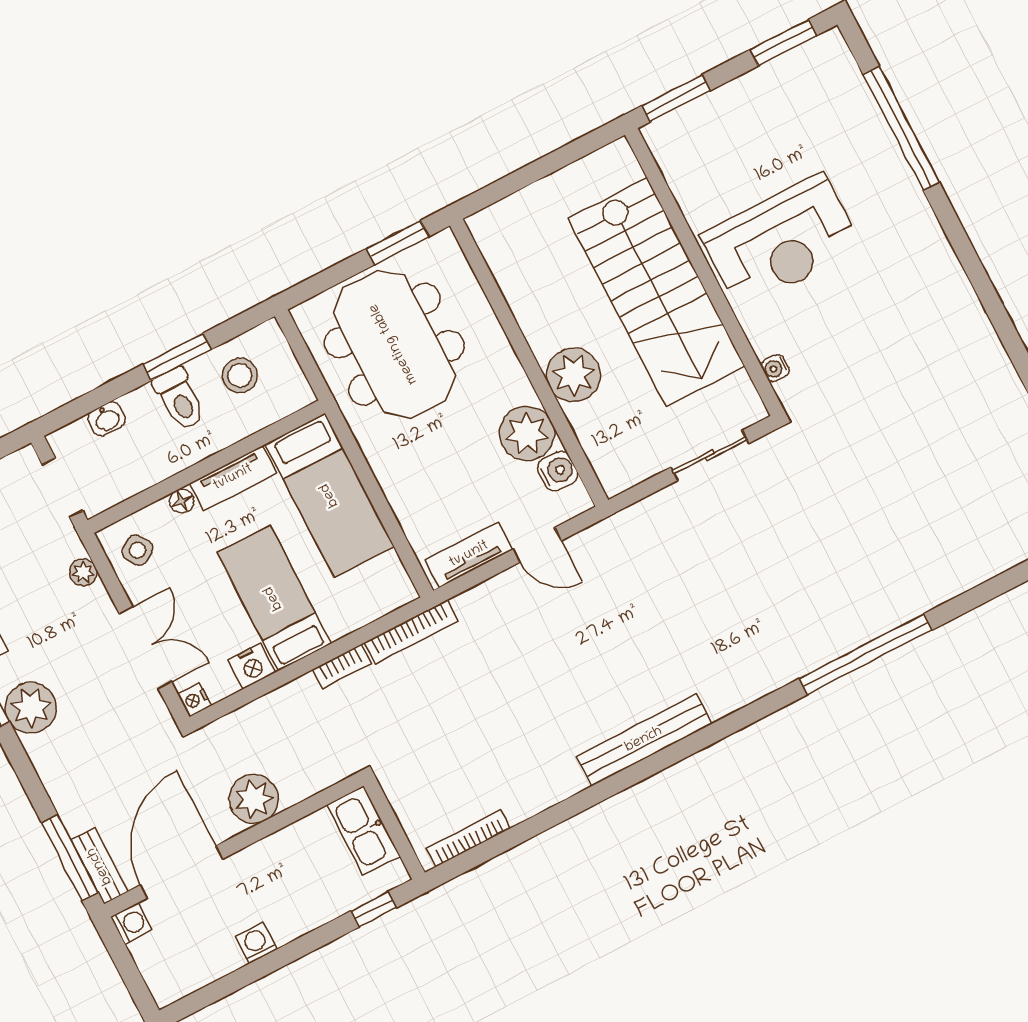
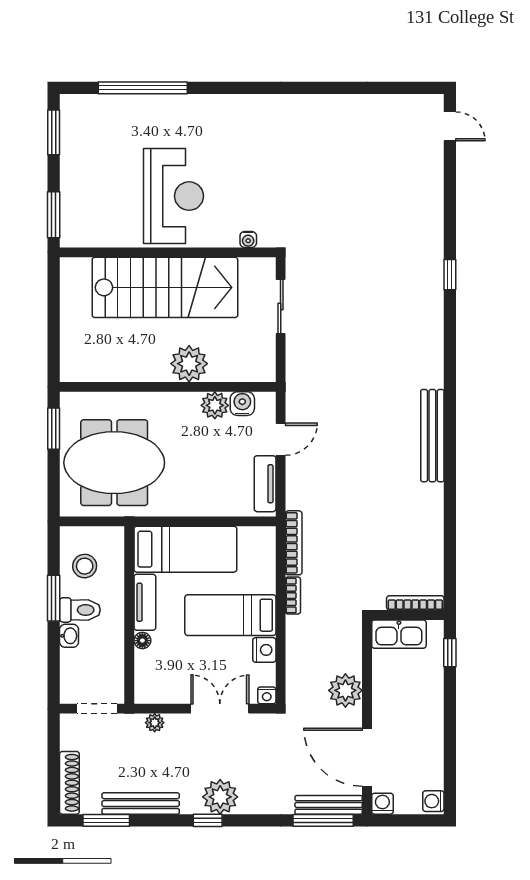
washbasin: (107, 419) -> (69, 636), moved
plant: (527, 433) -> (215, 405), width x0.73, depth x0.73
side table: (137, 550) -> (158, 683), removed
window: (865, 654) -> (450, 275), width x0.32
bookcase: (468, 838) -> (415, 603), moved, turned 90
bench: (100, 866) -> (329, 805), width x1.36
washing machine: (256, 943) -> (433, 801), moved

